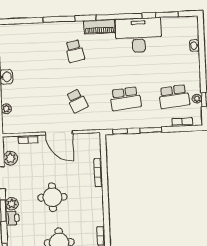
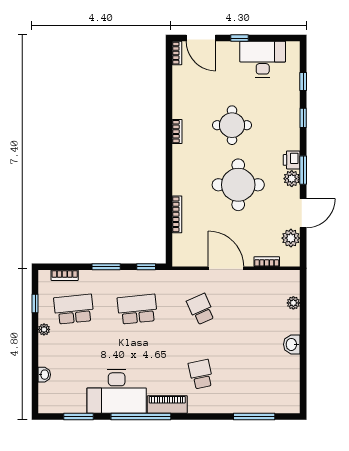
window: (59, 19) -> (254, 417), moved
plant: (197, 99) -> (44, 329), moved
round table: (52, 197) -> (238, 185), width x1.36, depth x1.36

